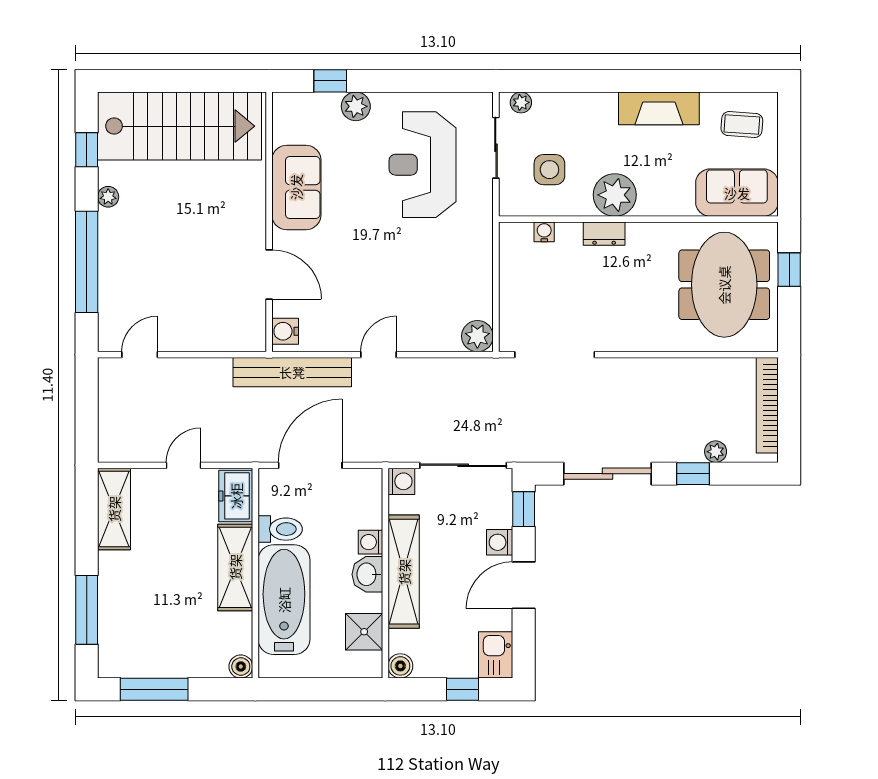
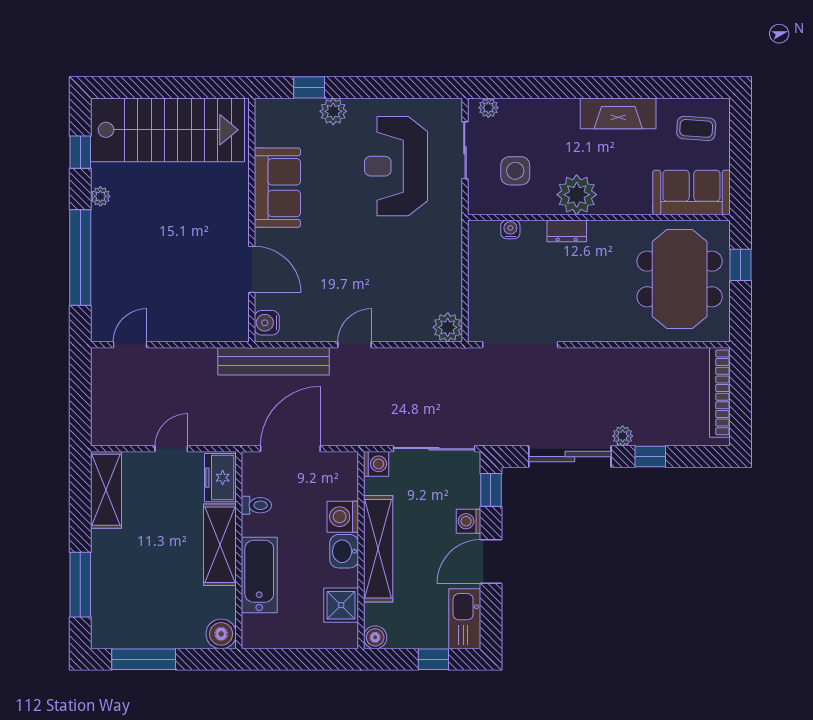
plant: (716, 452) -> (623, 436), moved
toilet: (280, 529) -> (256, 505), width x0.73, depth x0.72
washing machine: (370, 542) -> (343, 517), width x1.38, depth x1.38
bathtub: (284, 600) -> (259, 575), width x0.73, depth x0.73
kitchen sink: (496, 655) -> (465, 619), width x1.38
boiler: (241, 667) -> (221, 634), width x1.36, depth x1.36

